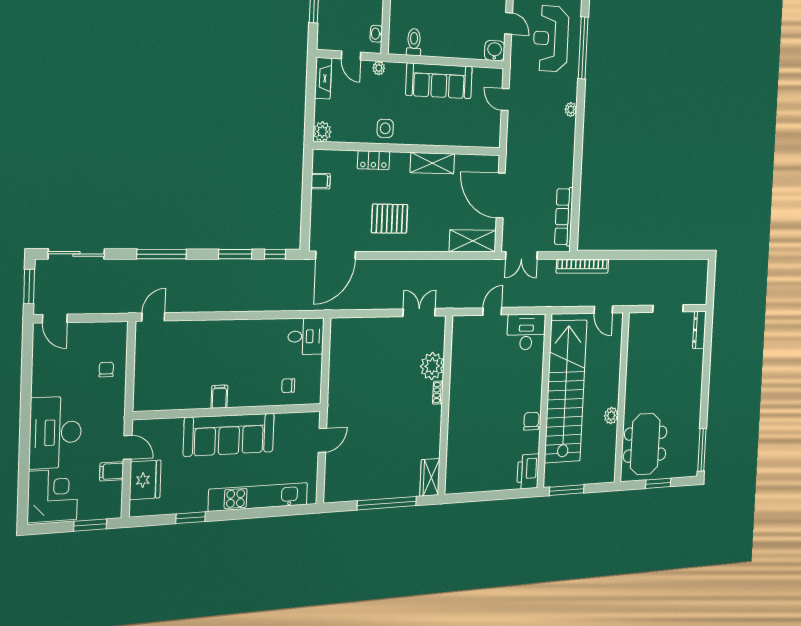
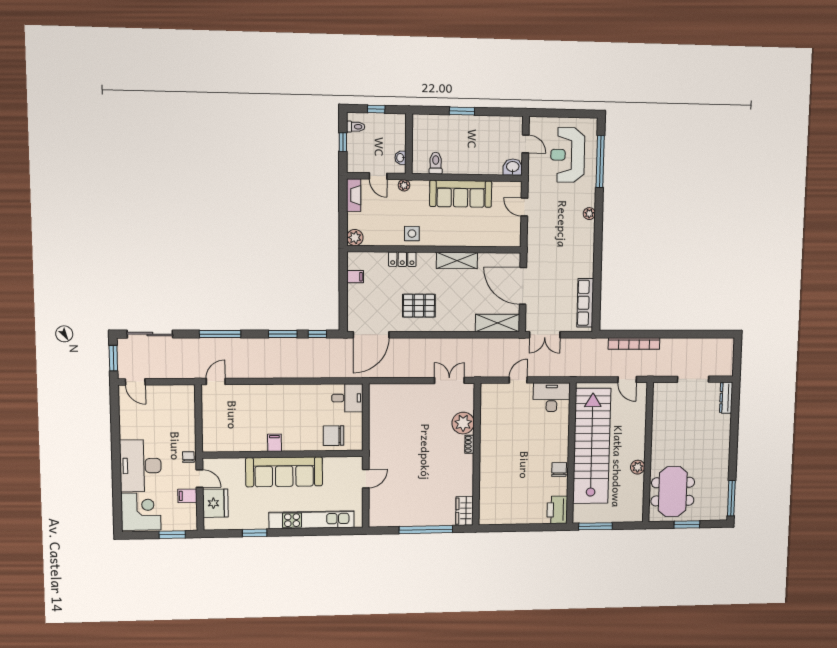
bookcase: (582, 266) -> (634, 343), moved
chair: (106, 370) -> (188, 457), moved
chair: (288, 386) -> (334, 436), width x1.87, depth x1.87

